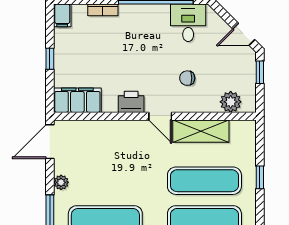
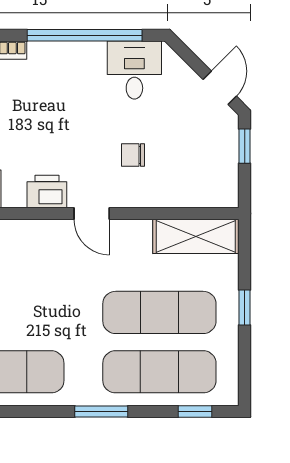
door: (244, 34) -> (220, 88), swing flipped
plant: (231, 102) -> (200, 191), removed
shelving: (201, 131) -> (196, 236), moved

